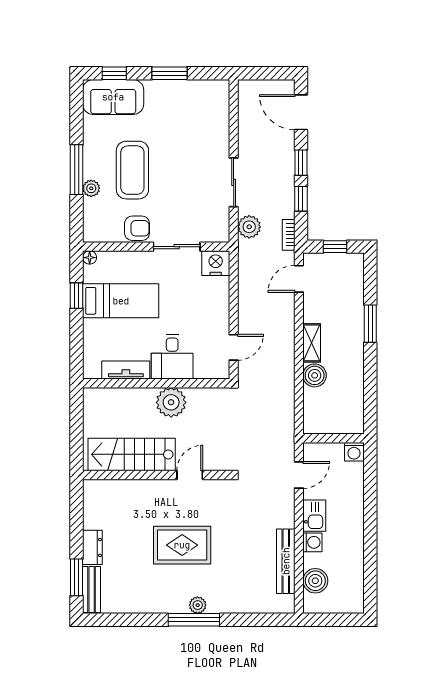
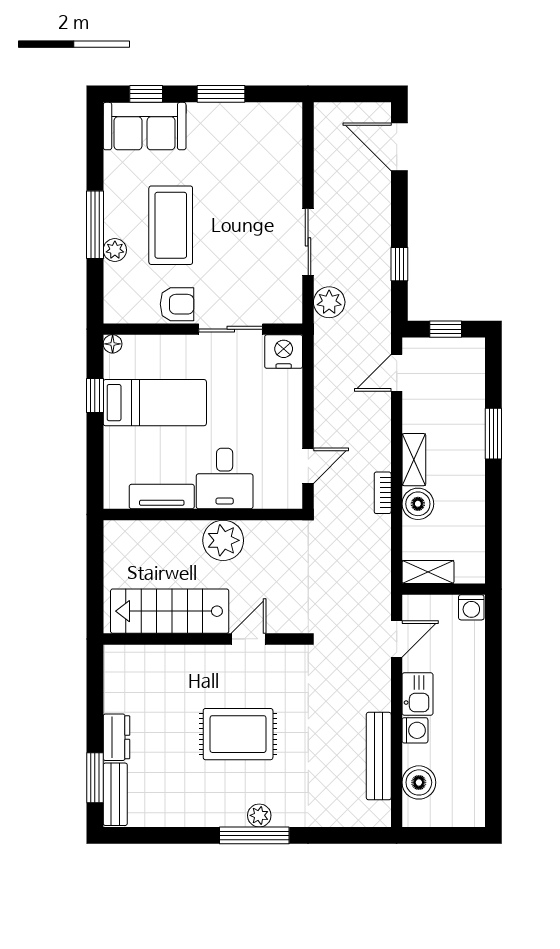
window: (301, 163) -> (399, 215), removed
bookcase: (289, 235) -> (383, 493), moved
shelving: (322, 426) -> (428, 572), added

